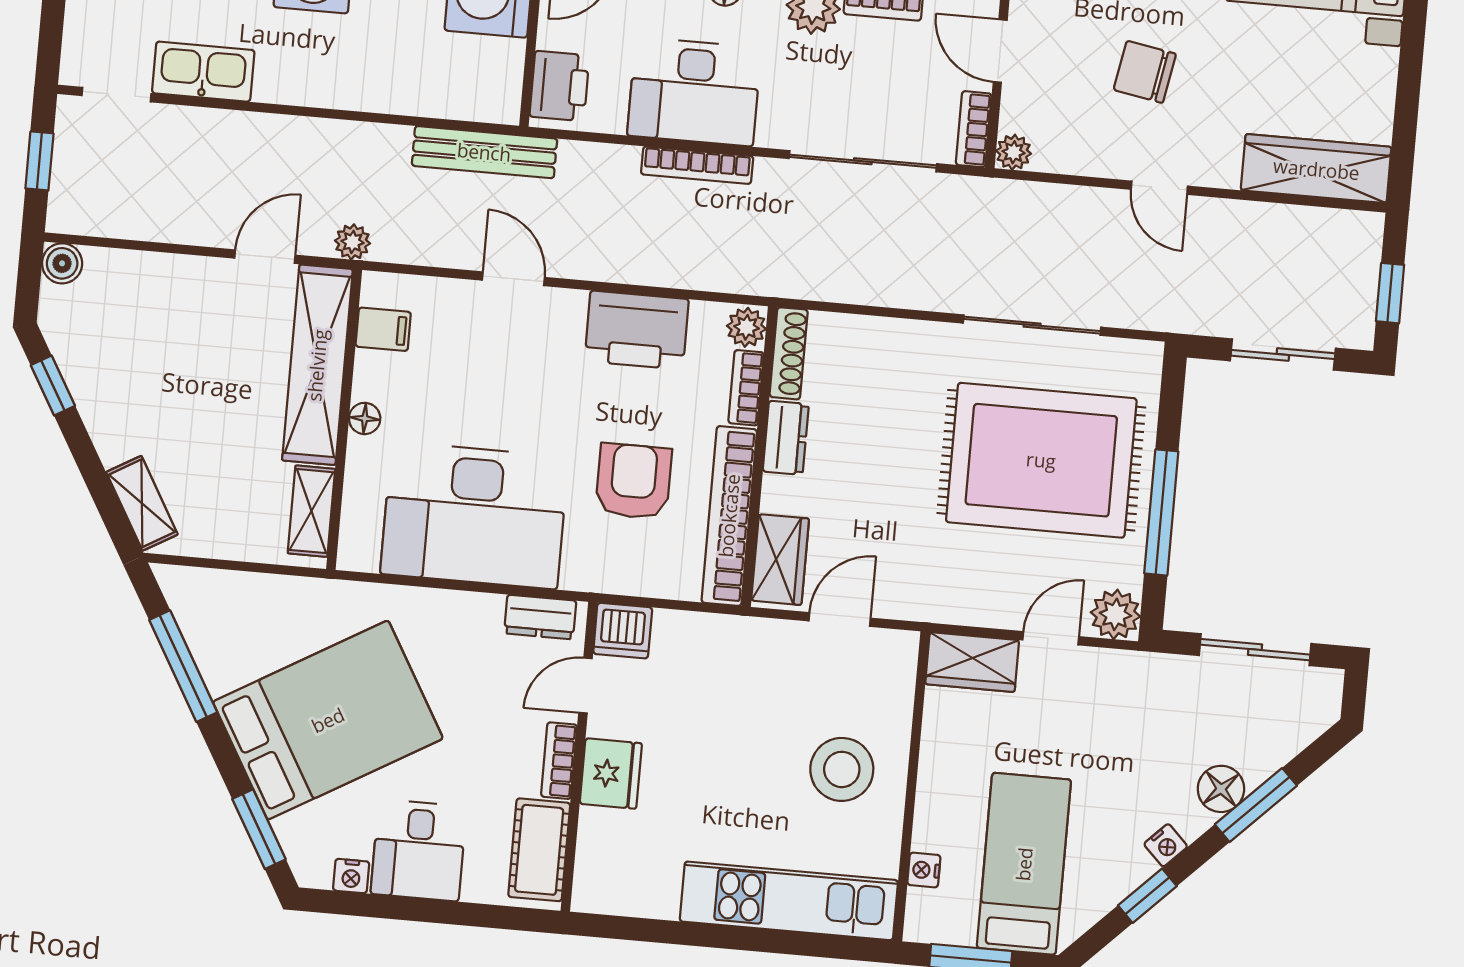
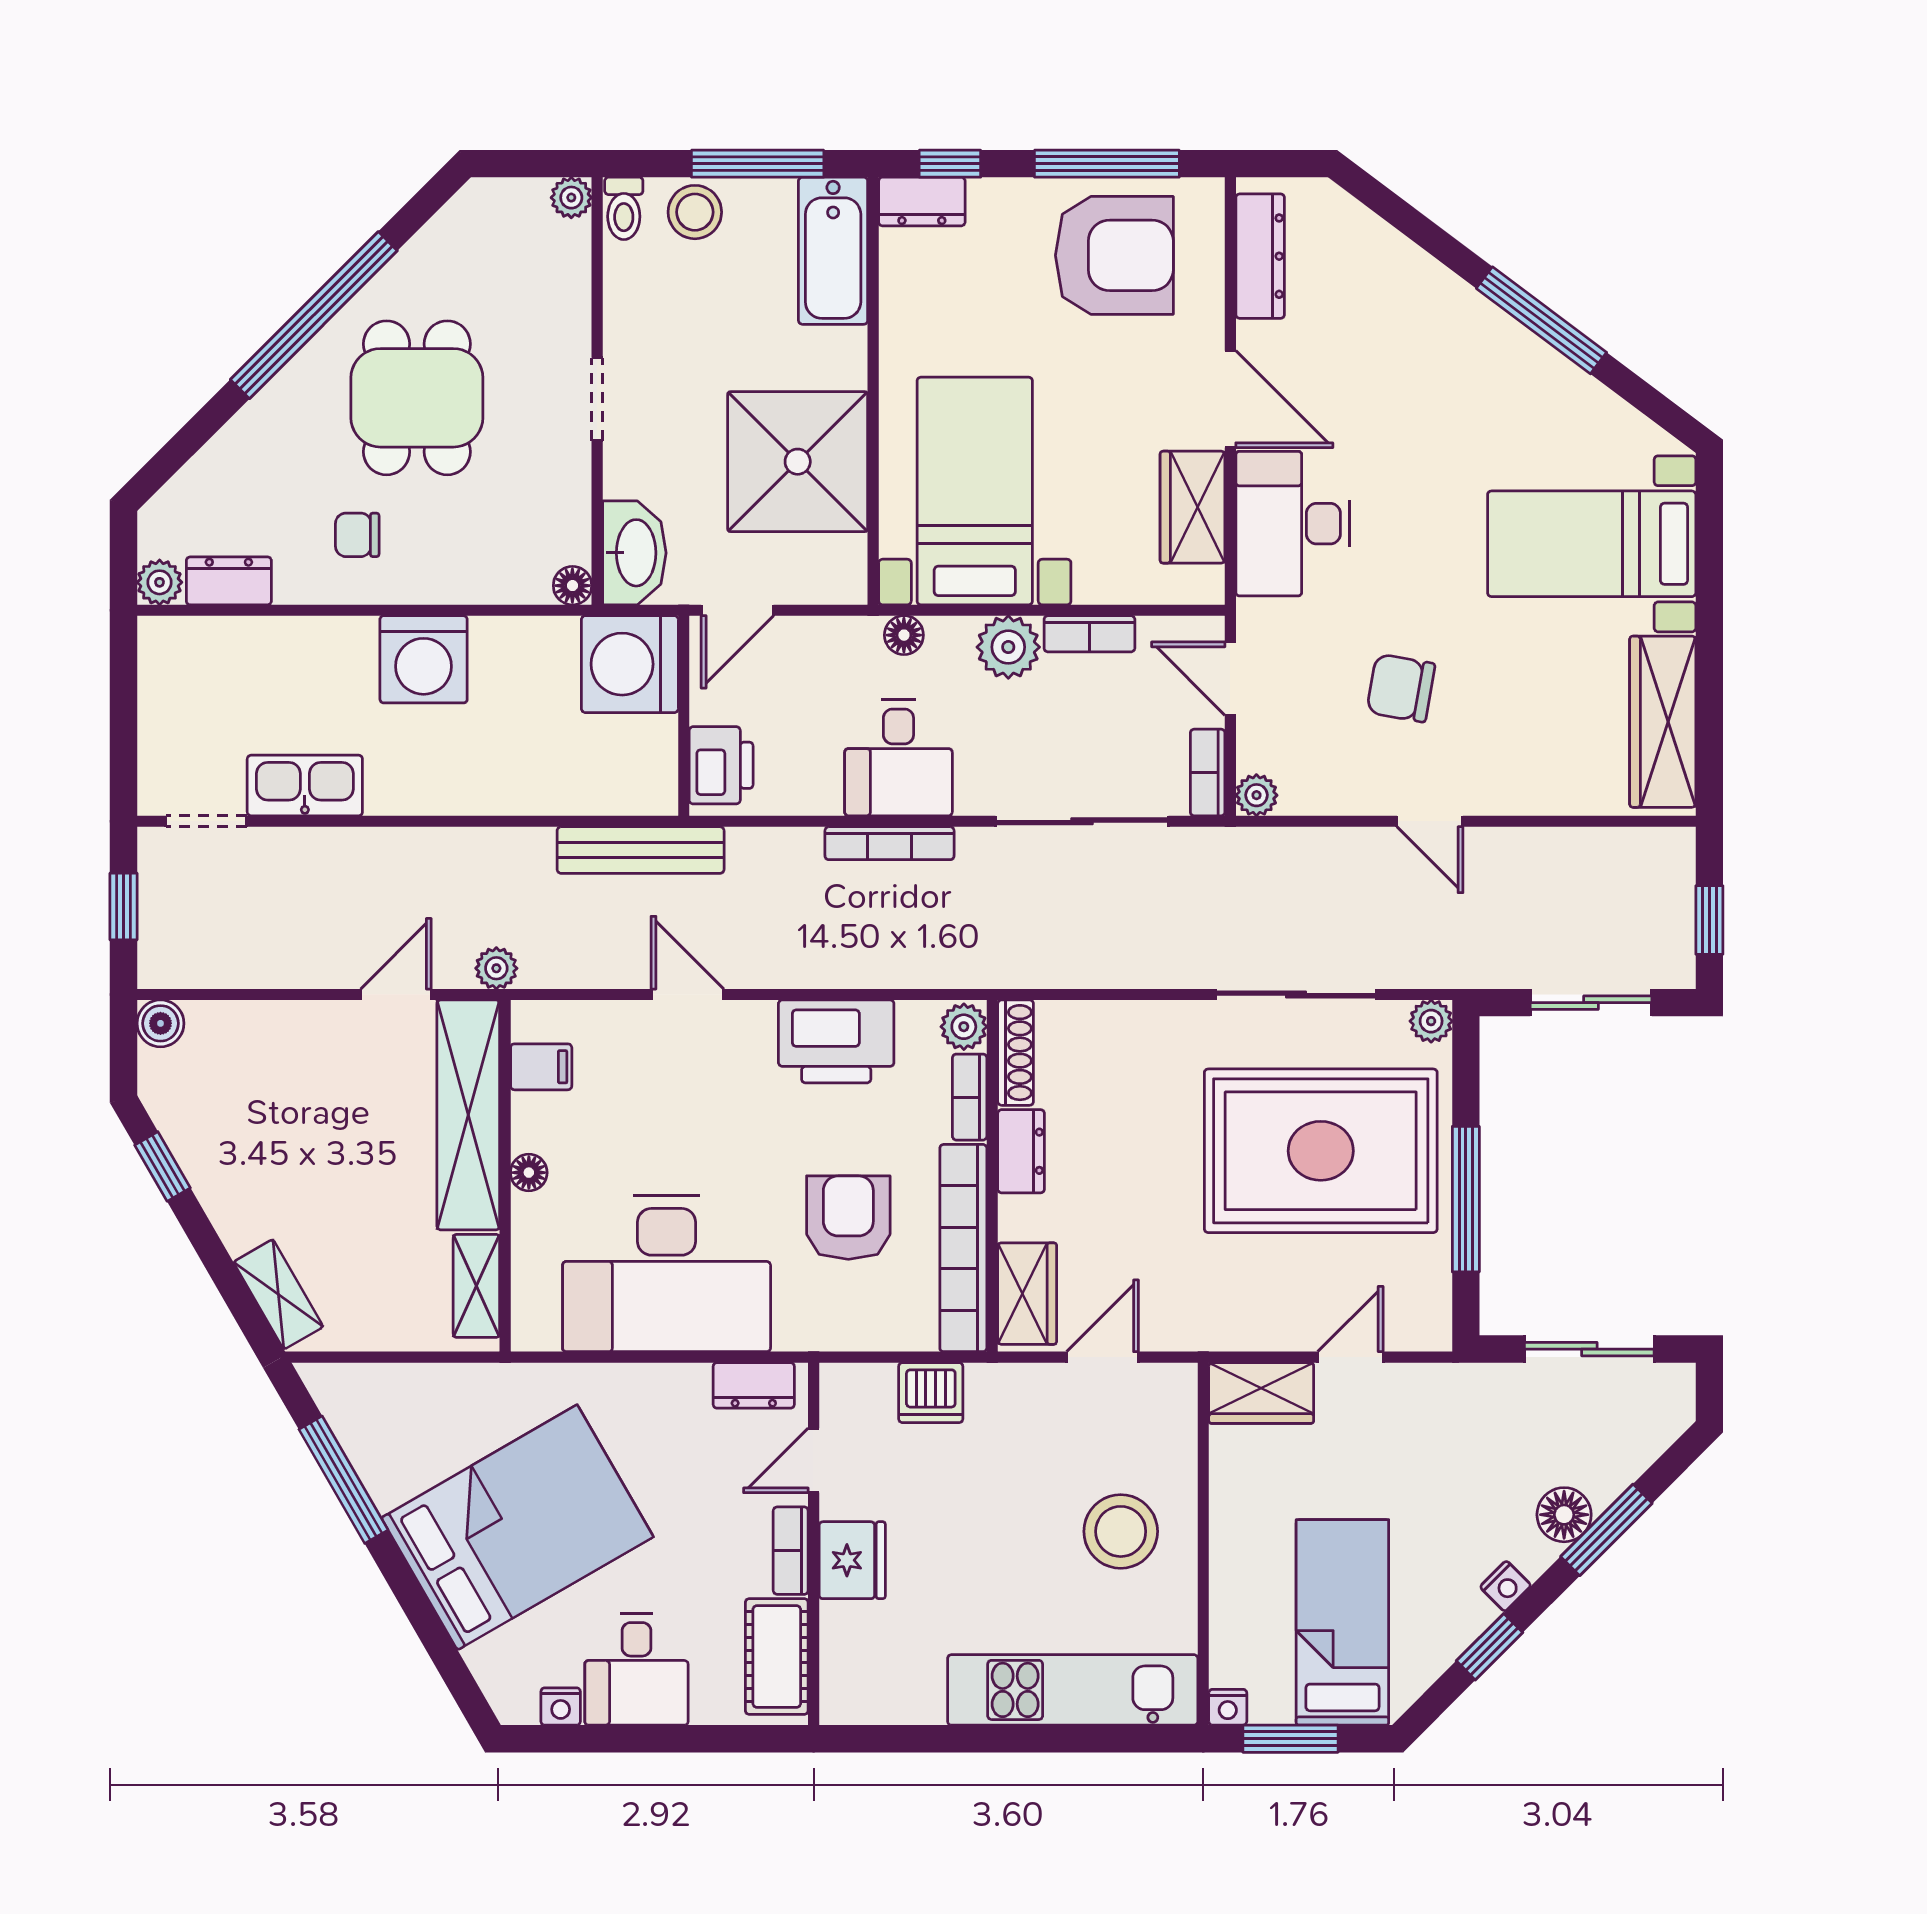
desk: (694, 92) -> (898, 758), width x0.73
wardrobe: (1316, 169) -> (1663, 722), moved, turned -90
plant: (1115, 614) -> (1431, 1021), moved, width x0.73, depth x0.73
dishwasher: (623, 631) -> (931, 1393), moved
window: (259, 829) -> (448, 1662), removed
nightstand: (924, 870) -> (1228, 1707), moved, turned -90

